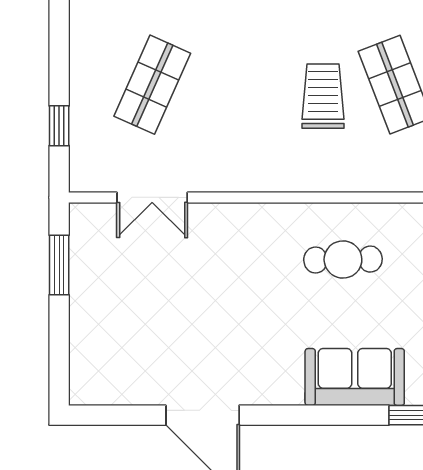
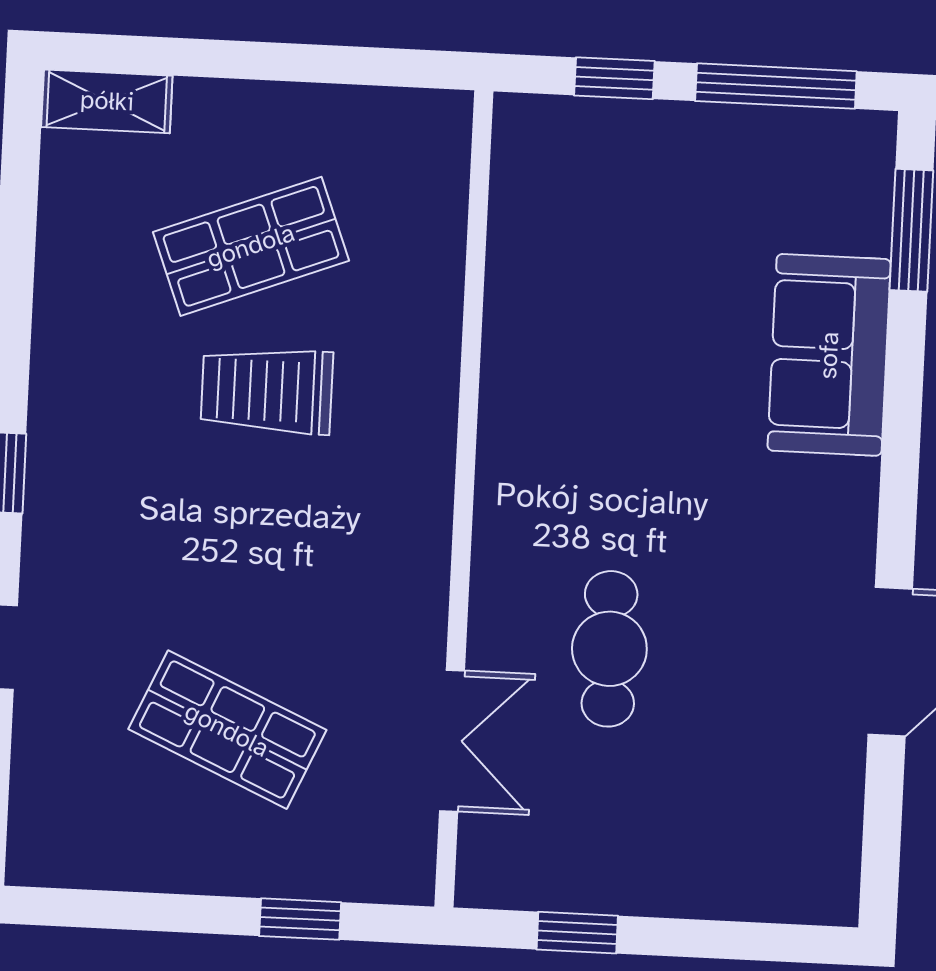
cafe table: (343, 260) -> (609, 649), moved
window: (59, 265) -> (577, 933), width x0.67

